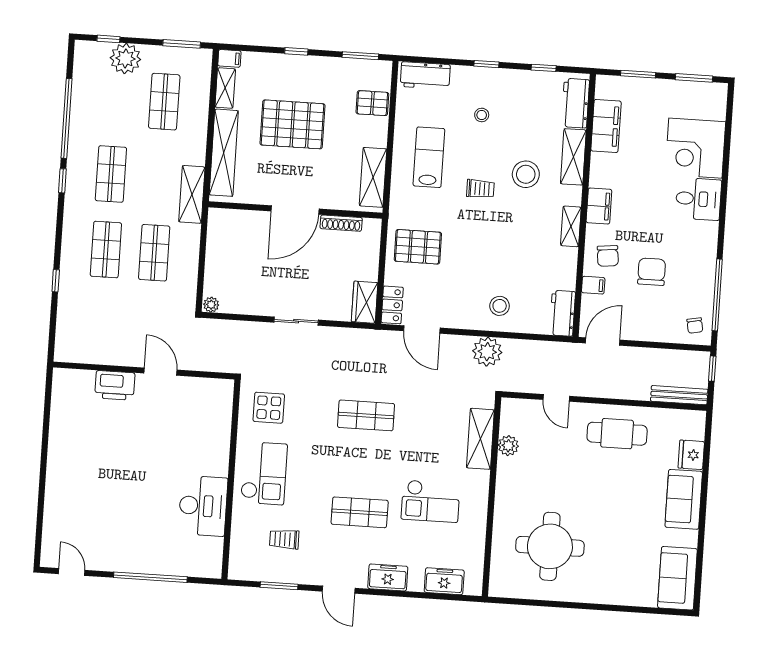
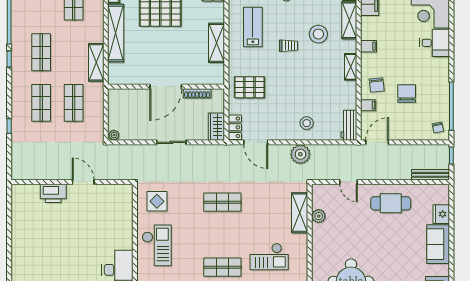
filing cabinet: (599, 206) -> (369, 46), width x0.50
door: (295, 210) -> (166, 87), moved
wall: (295, 210) -> (166, 87), moved
shoe rack: (341, 223) -> (197, 93), moved

